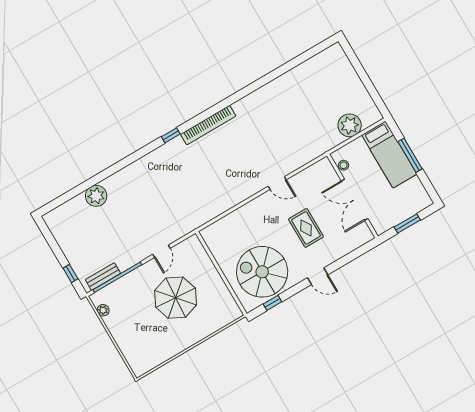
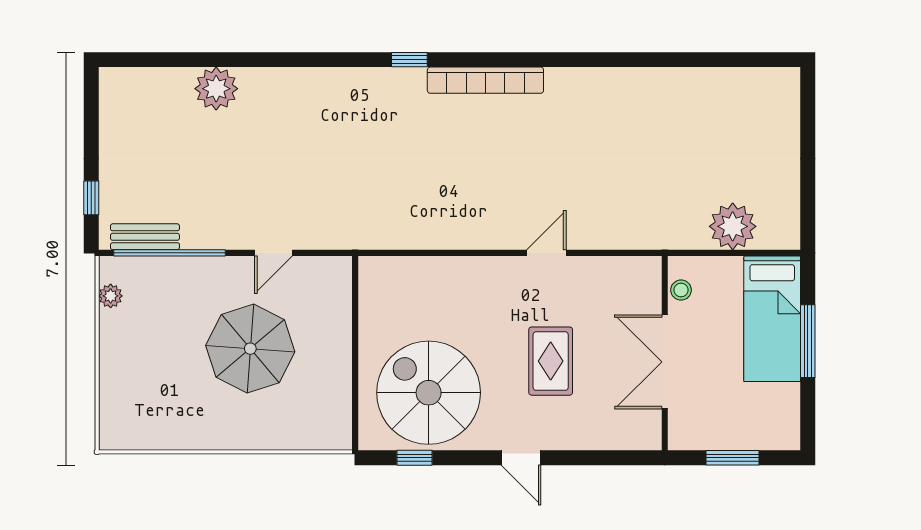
door: (277, 183) -> (546, 253), swing flipped

